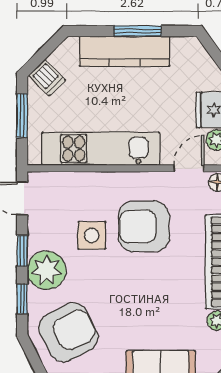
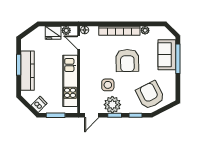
armchair: (144, 226) -> (127, 61), moved
plant: (47, 270) -> (112, 105), moved

